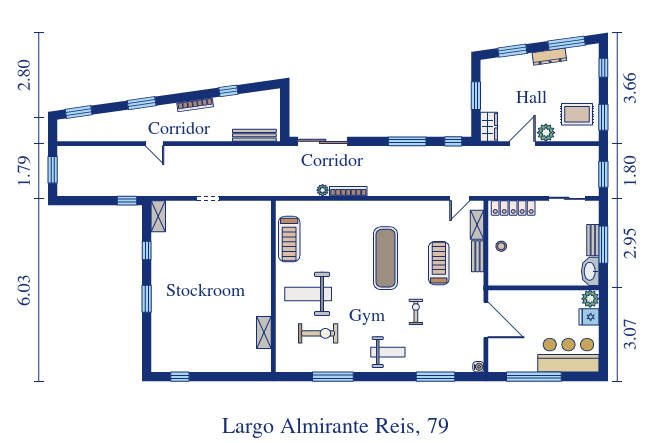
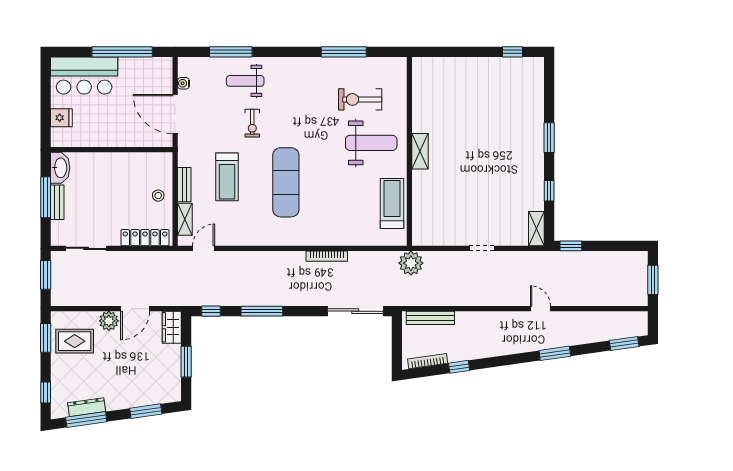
dresser: (549, 57) -> (87, 407), moved
bookcase: (195, 105) -> (428, 361), moved
plant: (323, 190) -> (411, 263), moved, width x1.88, depth x1.88
plant: (590, 299) -> (60, 138), removed
shelving: (264, 332) -> (420, 151), moved
weight bench: (388, 352) -> (245, 81), moved
water cooler: (478, 367) -> (184, 83), moved

